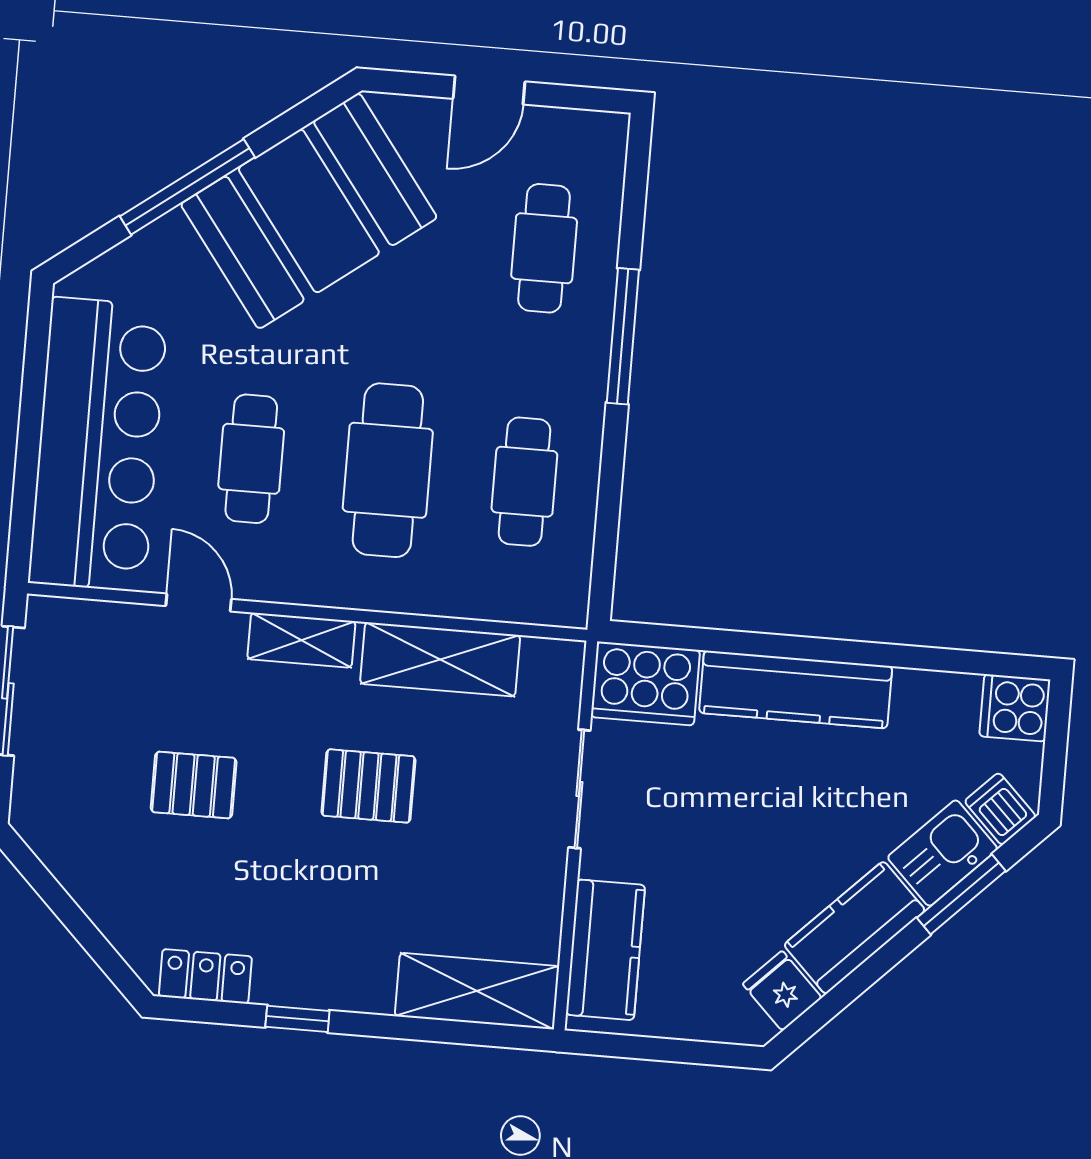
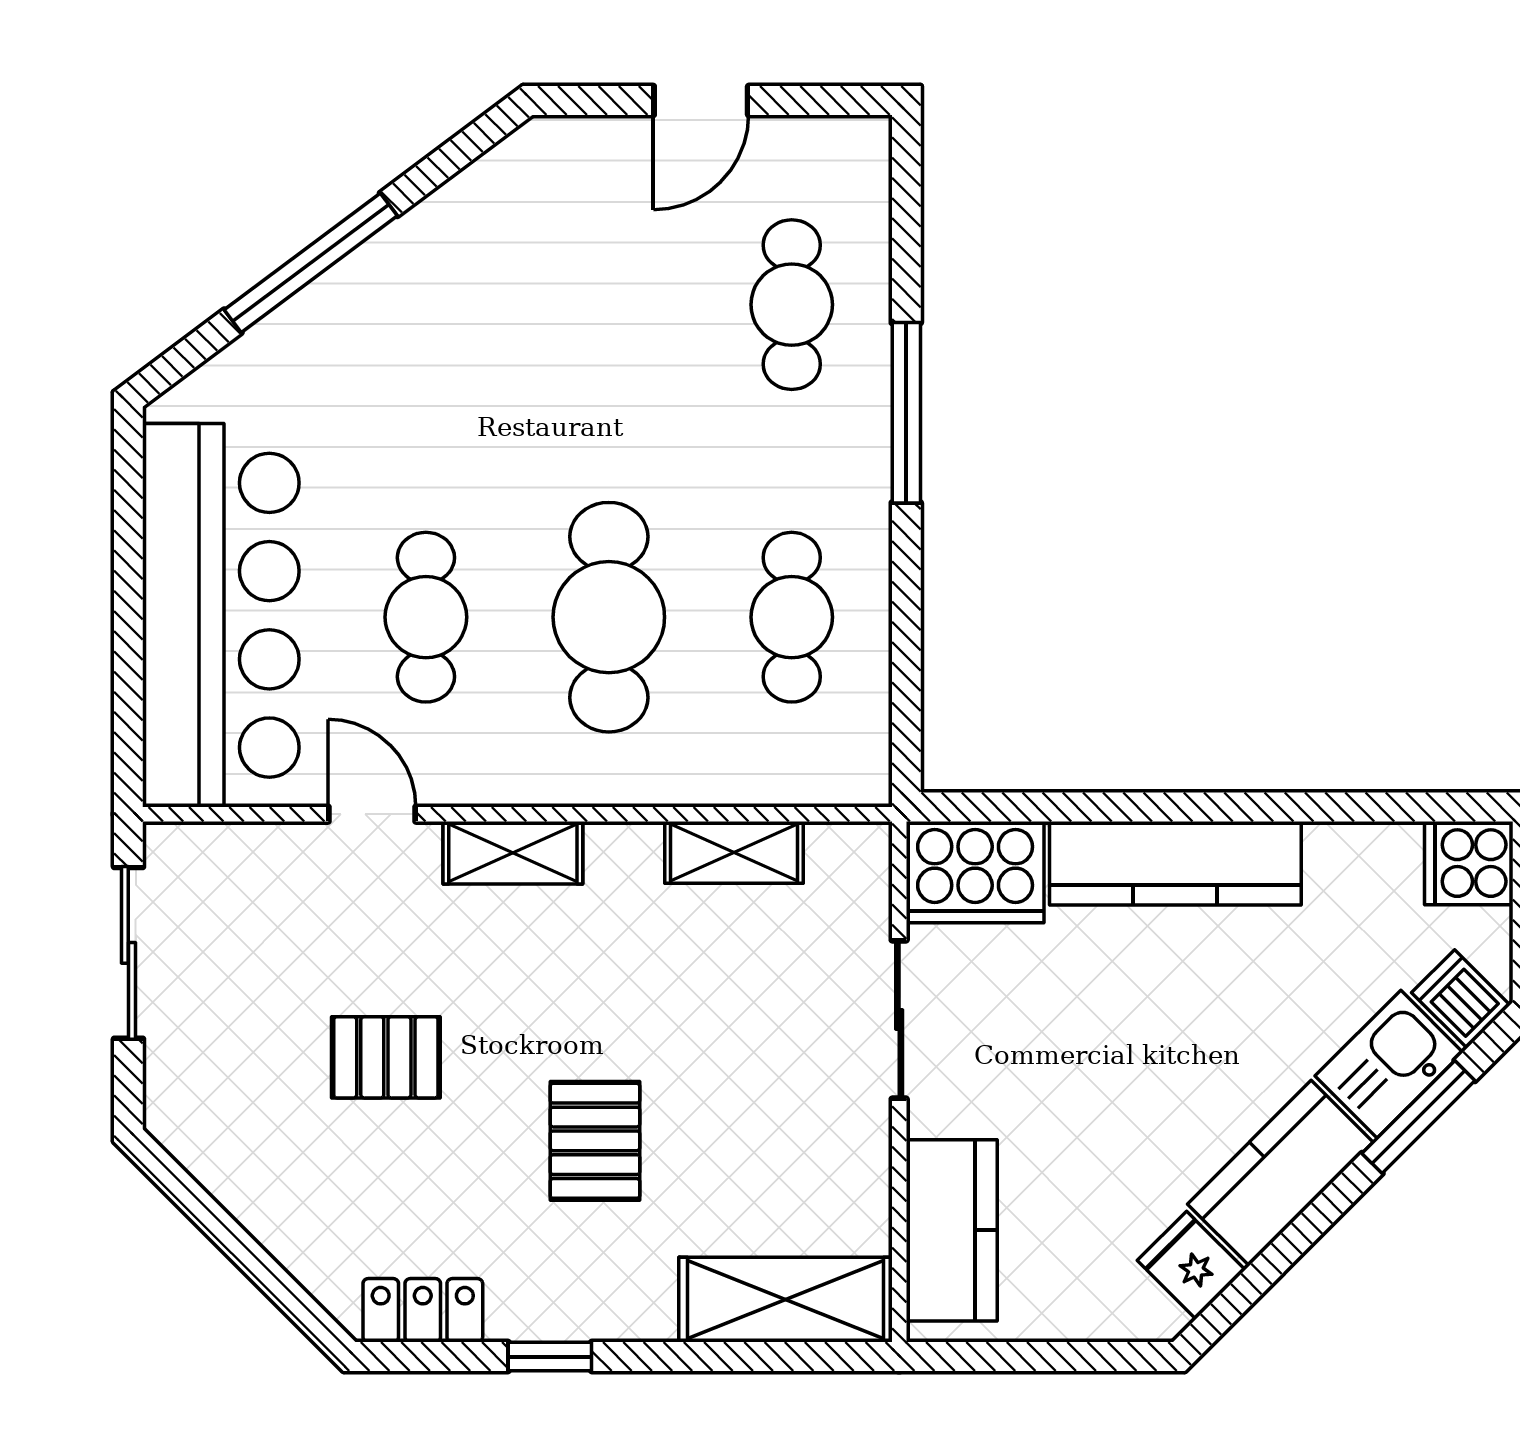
booth: (309, 211) -> (475, 281), removed
shelving: (440, 659) -> (734, 852), width x0.67, depth x0.75
pallet: (368, 786) -> (595, 1141), moved, turned 90

